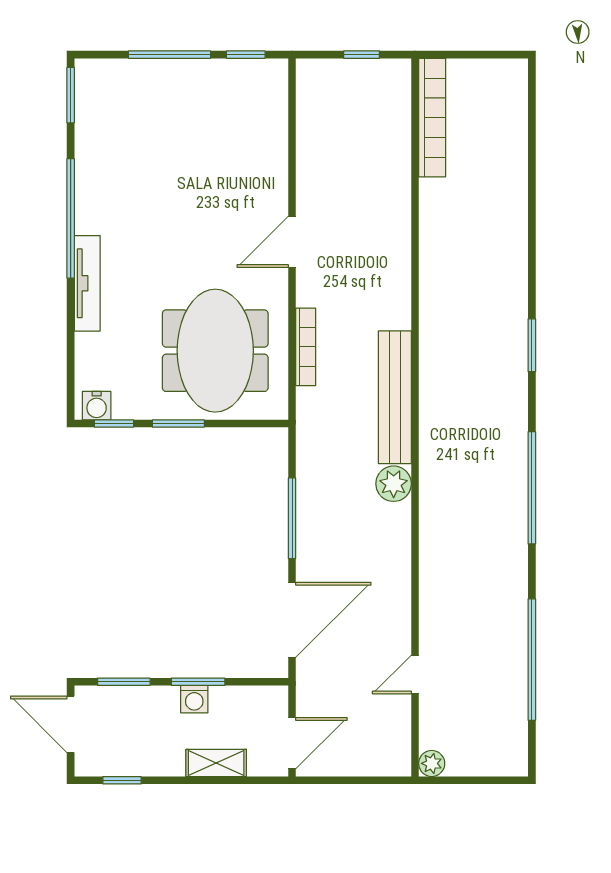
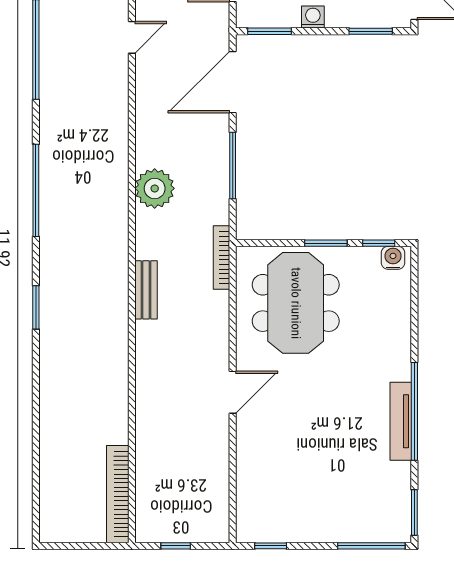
window: (170, 55) -> (371, 546), moved
tv unit: (87, 283) -> (401, 421), moved
bookcase: (306, 347) -> (222, 258), moved
bench: (395, 397) -> (146, 290), width x0.54, depth x0.82
plant: (394, 484) -> (155, 188), width x1.36, depth x1.36
window: (198, 682) -> (270, 31), moved

